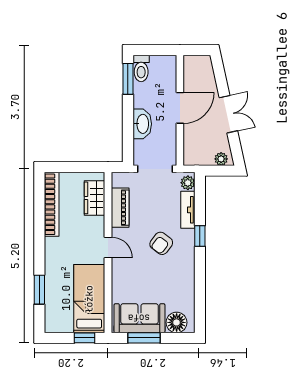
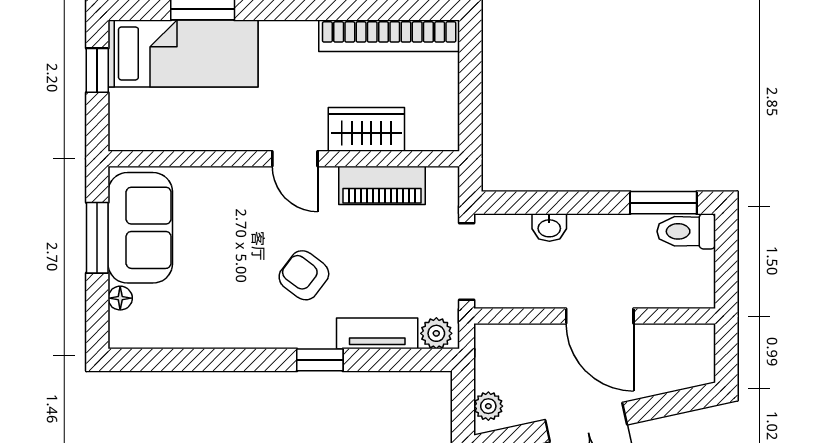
washbasin: (142, 124) -> (549, 228), width x0.52, depth x0.69
wardrobe: (94, 198) -> (366, 129), moved
door: (108, 247) -> (295, 159), hinge flipped
bed: (89, 299) -> (183, 53), moved
floor lamp: (177, 322) -> (120, 298), width x0.53, depth x0.53
window: (85, 338) -> (97, 70), moved

